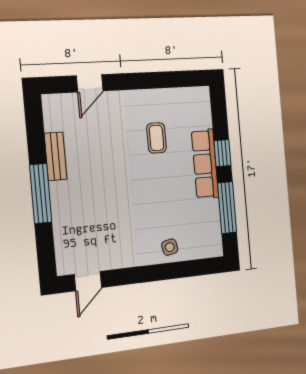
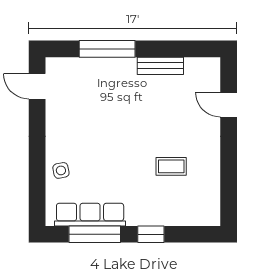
row of seats: (205, 164) -> (90, 215), moved
window: (41, 193) -> (107, 49), moved

